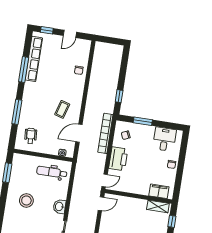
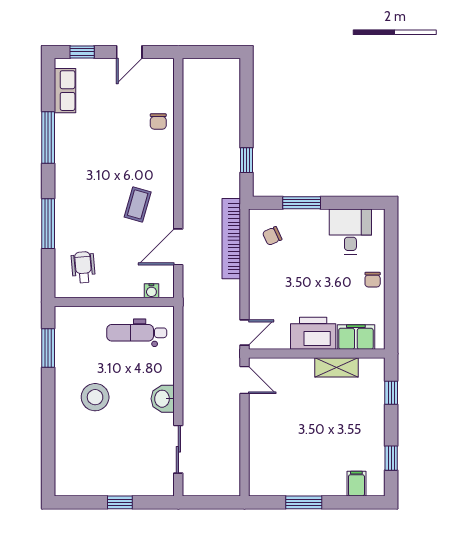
row of seats: (34, 59) -> (65, 91), width x0.50
printer: (118, 159) -> (313, 333), moved, turned -90
door: (101, 204) -> (244, 380), hinge flipped
shelving: (158, 206) -> (336, 367), moved

